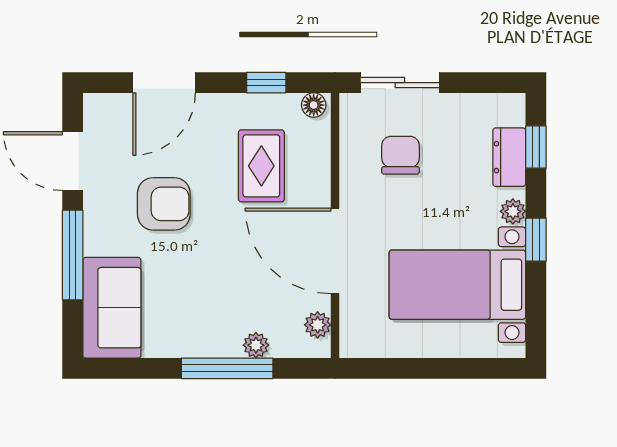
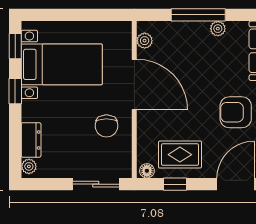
window: (536, 147) -> (15, 46), moved
chair: (400, 155) -> (106, 126), moved
rug: (261, 166) -> (180, 155), moved, turned 90
plant: (513, 211) -> (29, 166), moved
plant: (256, 345) -> (218, 29), moved

